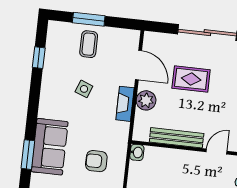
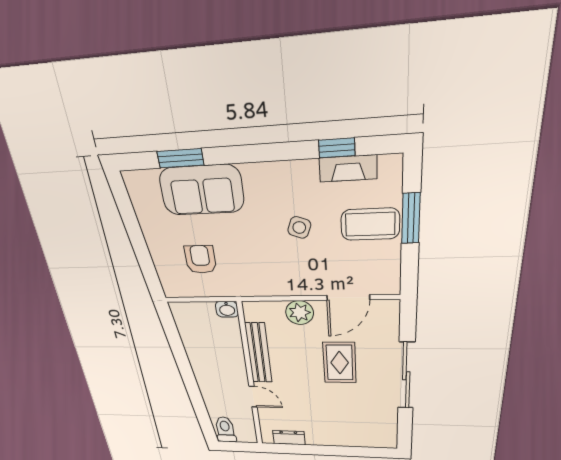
coffee table: (89, 44) -> (370, 224), width x1.36, depth x1.30
fireplace: (125, 104) -> (348, 168), moved, turned 180

